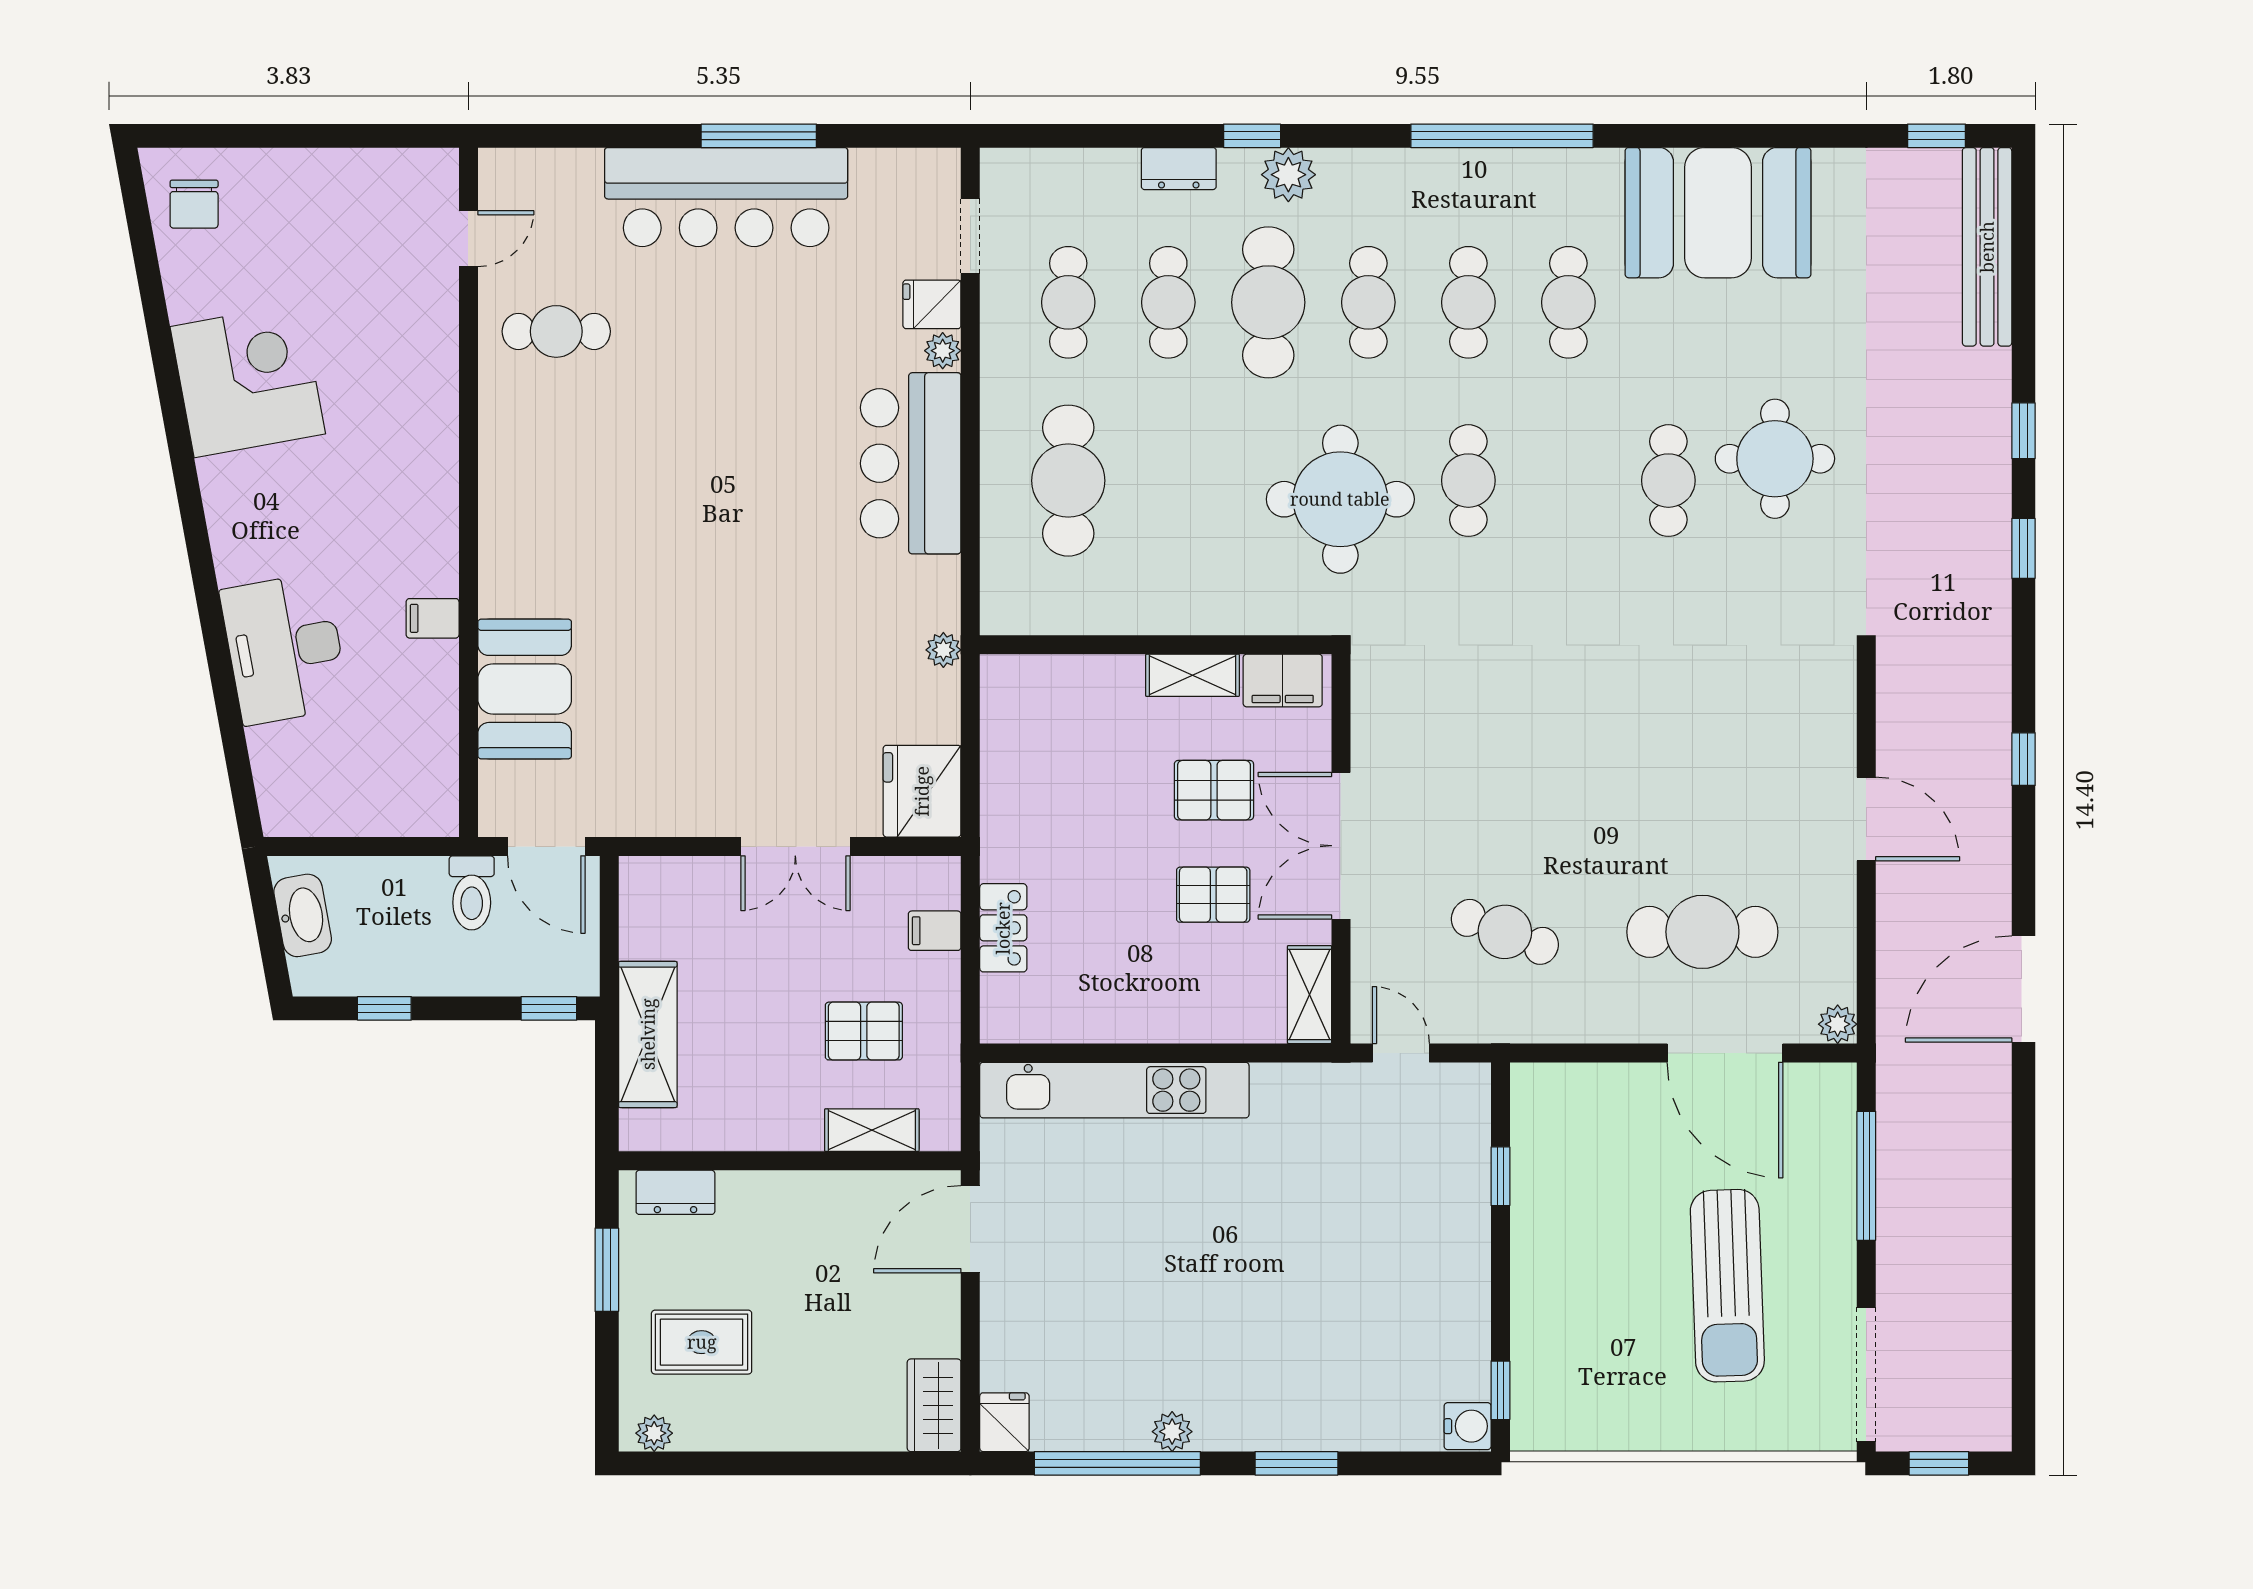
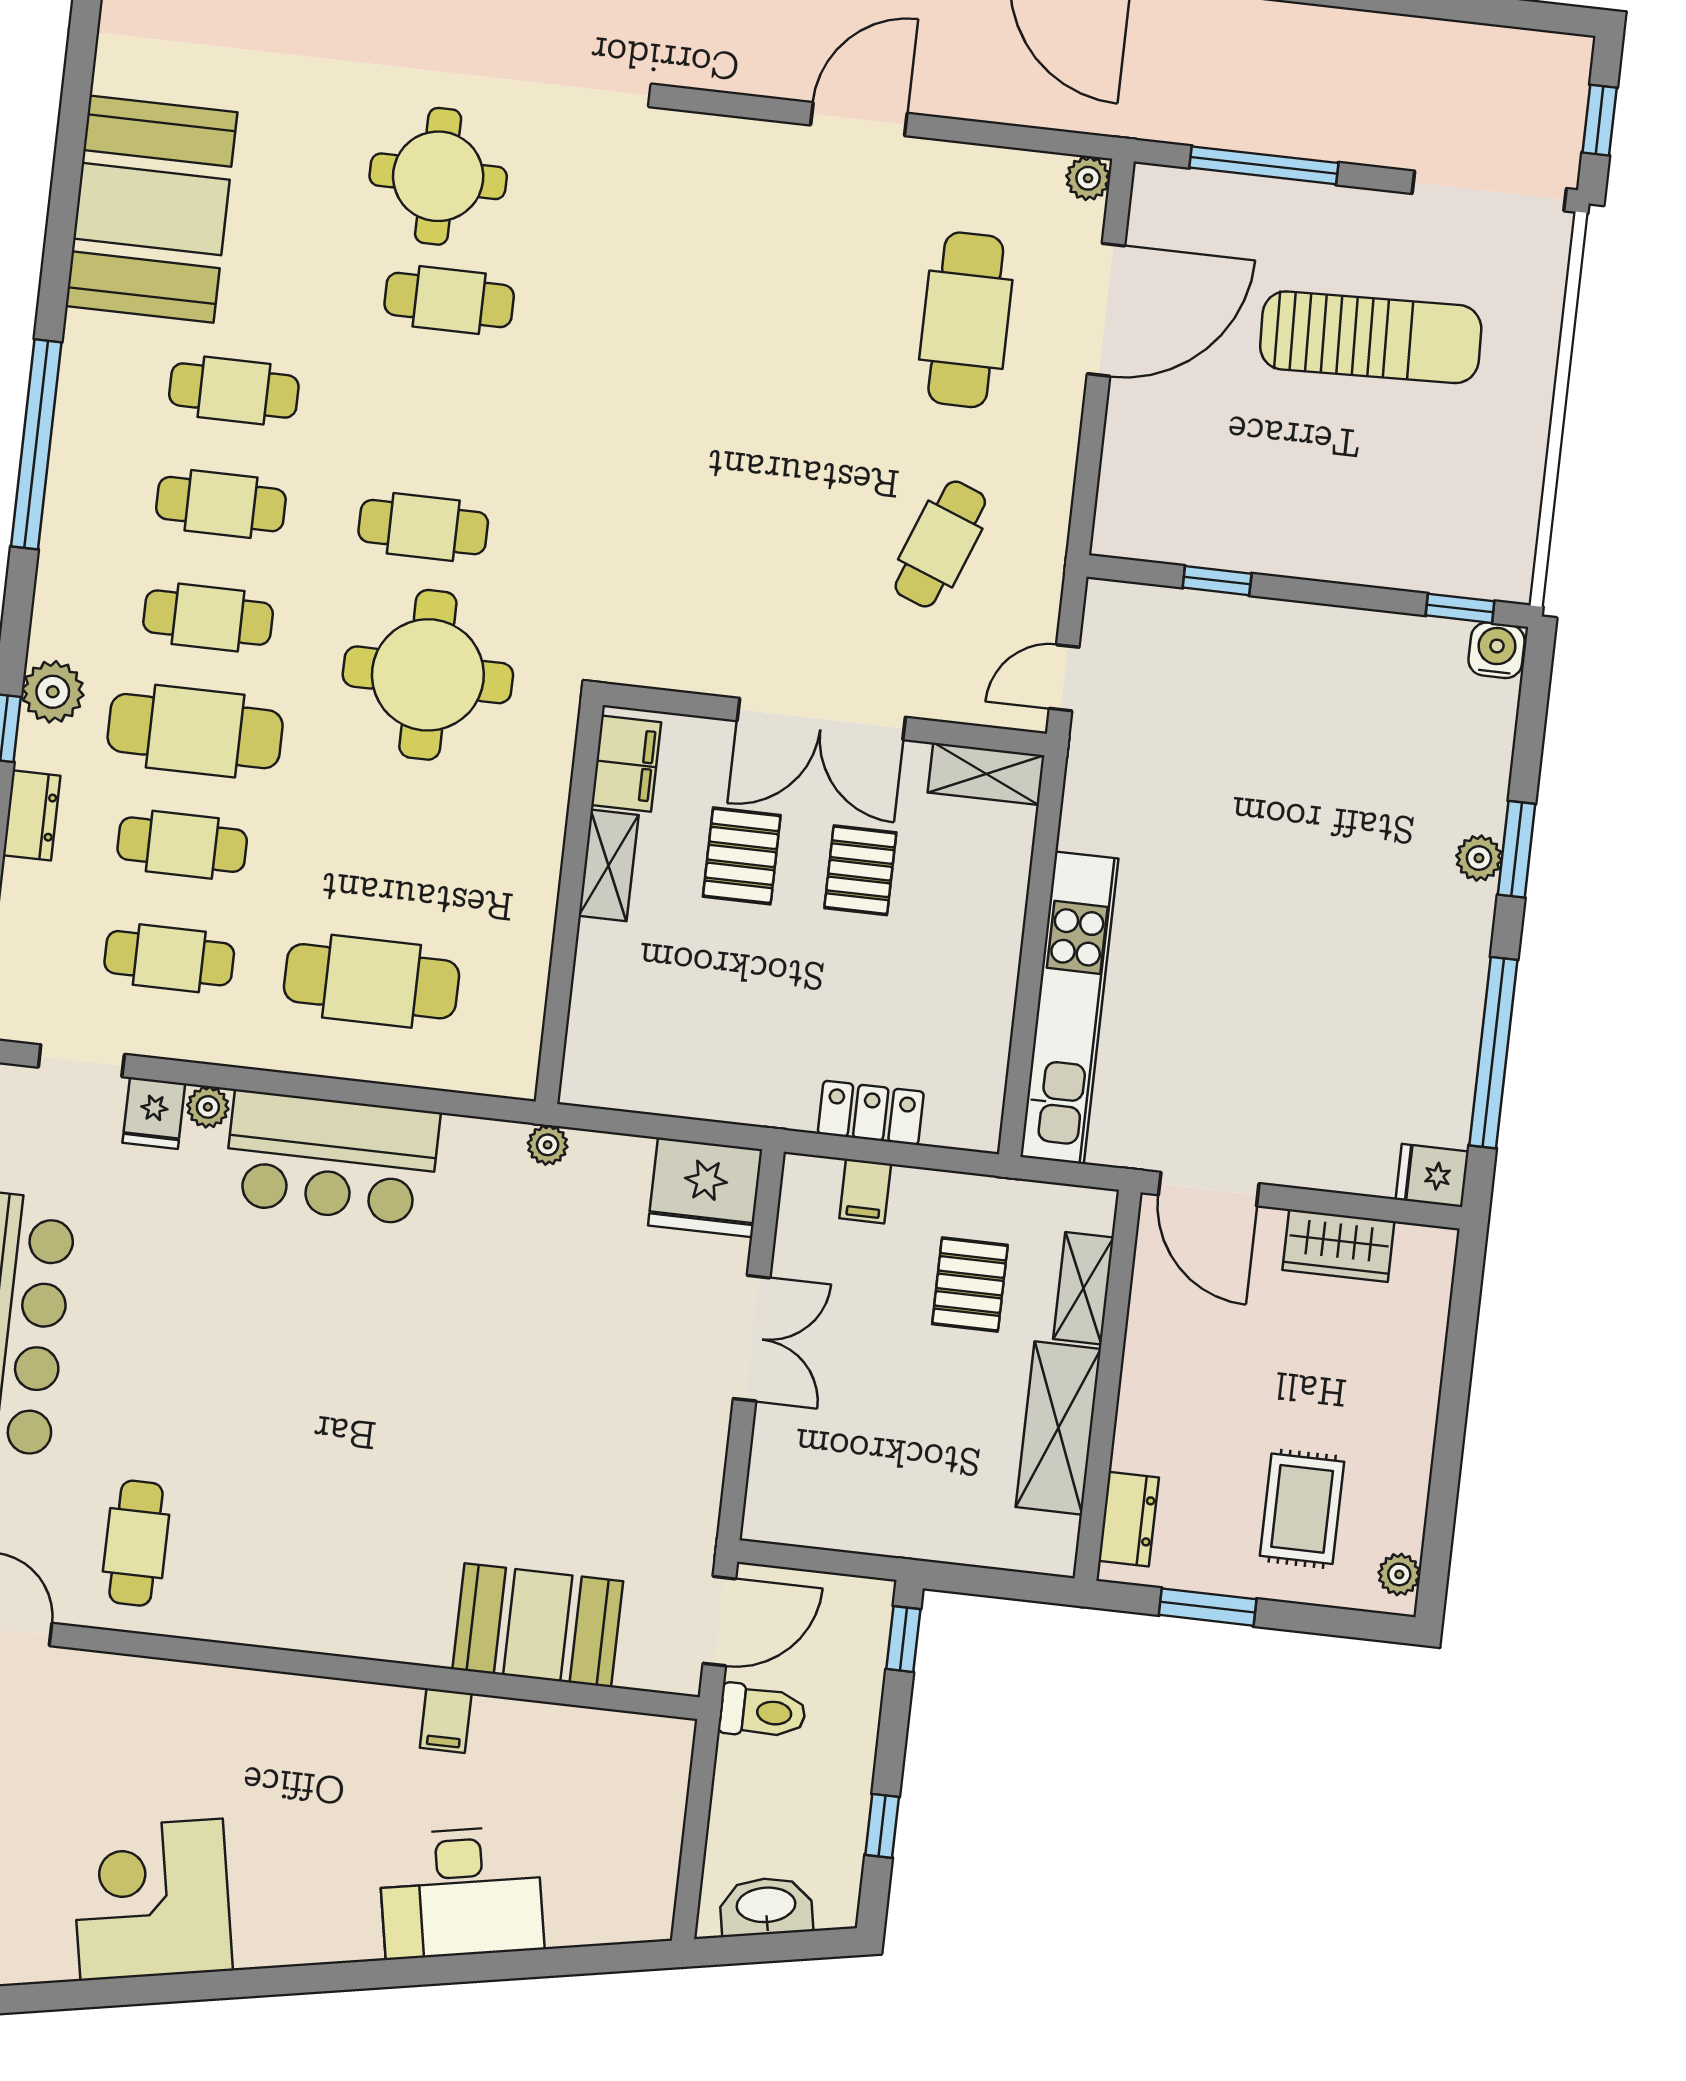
shelving: (648, 1034) -> (1058, 1428), moved, turned 90
wardrobe: (934, 1405) -> (1338, 1246), moved
plant: (1172, 1432) -> (1479, 858), moved

